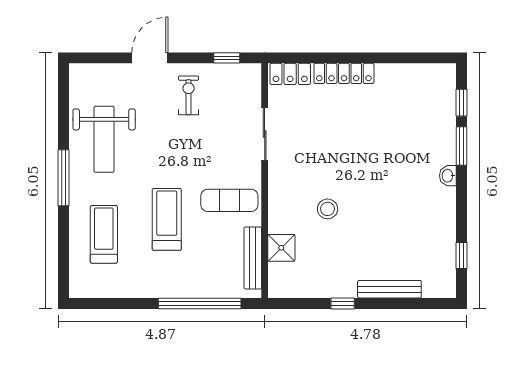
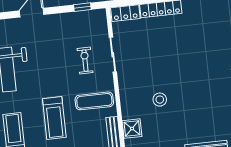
exercise bike: (189, 95) -> (85, 61), moved
treadmill: (167, 219) -> (54, 118), turned 180

